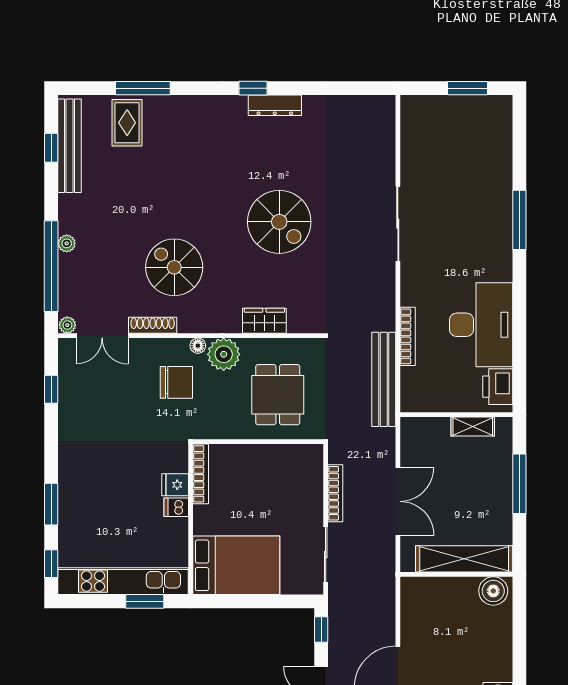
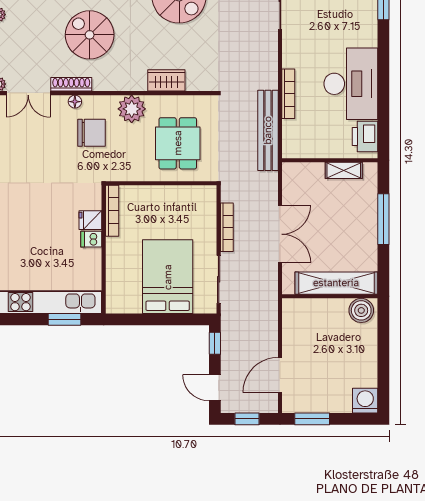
floor lamp: (198, 346) -> (75, 102), moved
bed: (236, 565) -> (168, 277), moved, turned -90

